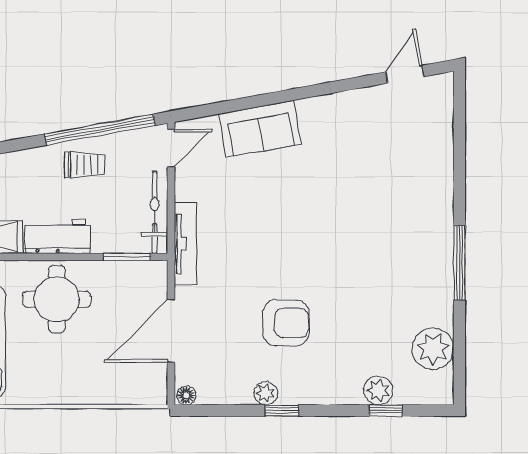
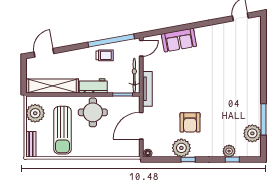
window: (459, 263) -> (264, 119), moved
armchair: (286, 323) -> (190, 122), turned 90
plant: (266, 393) -> (181, 148), width x1.88, depth x1.88

